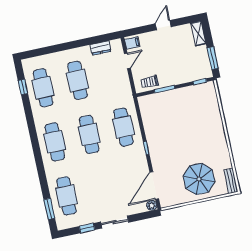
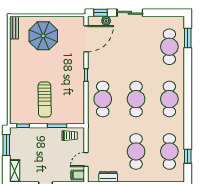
sun lounger: (183, 114) -> (45, 99), added
plant: (152, 205) -> (106, 21), moved
window: (87, 228) -> (100, 13), moved

